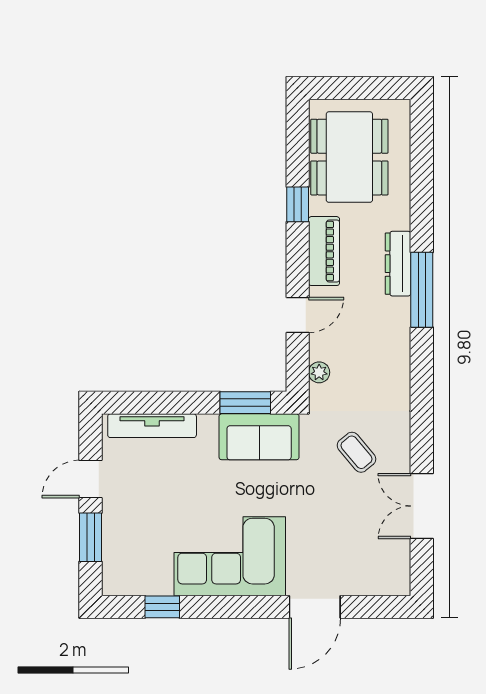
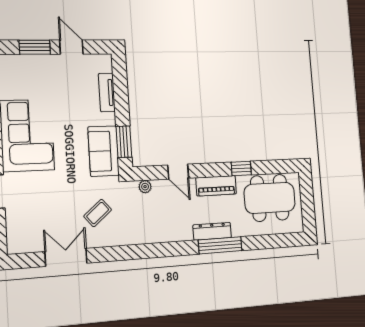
window: (422, 290) -> (220, 245), moved
tv unit: (152, 426) -> (107, 92), width x0.71

